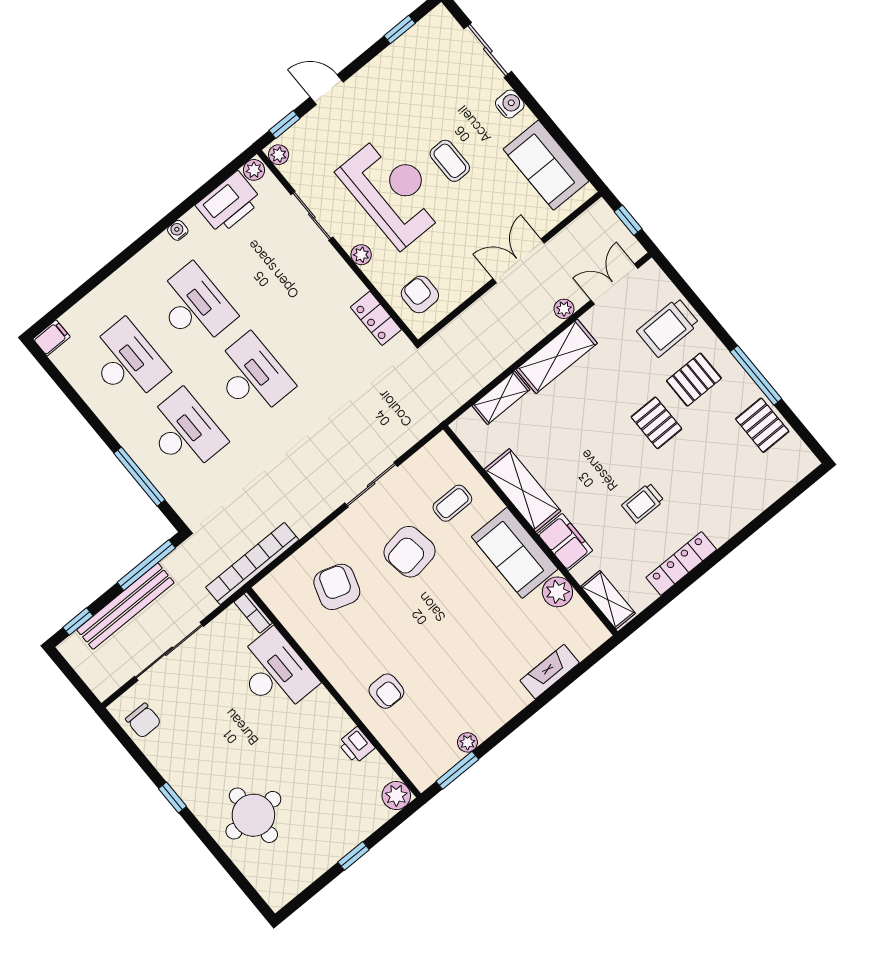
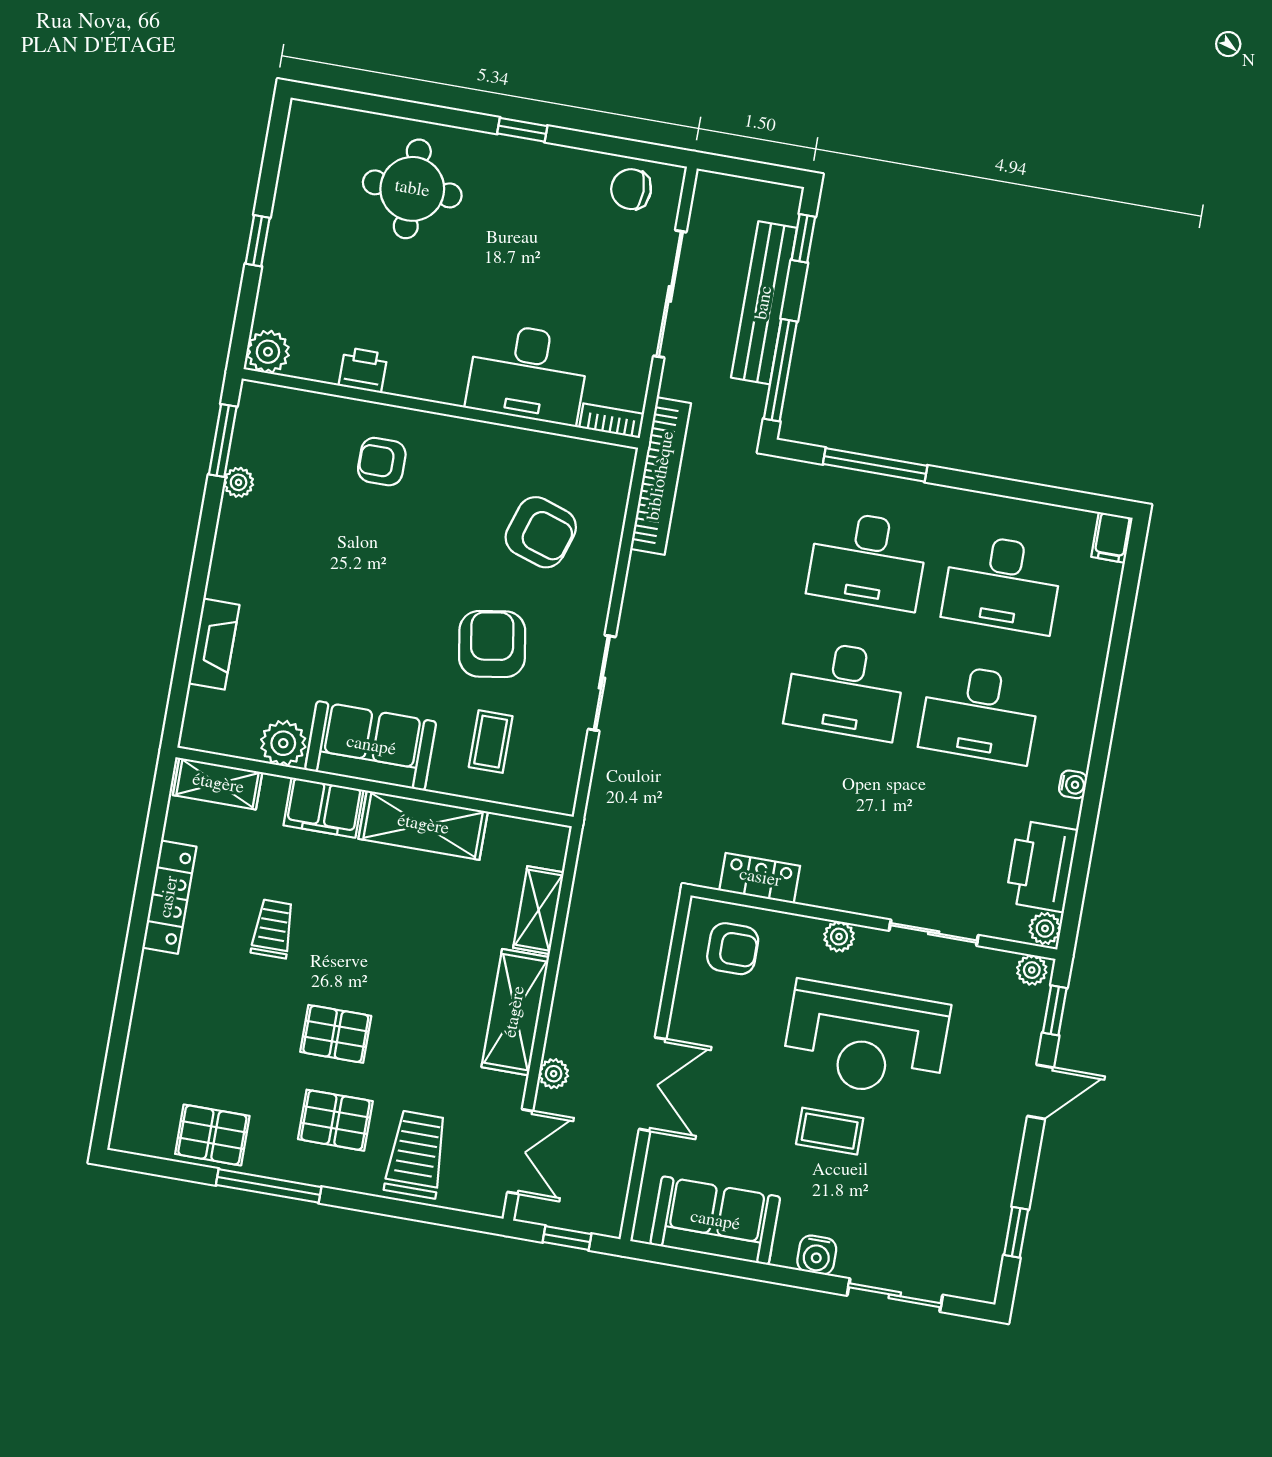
pallet: (694, 380) -> (335, 1120), turned 90

